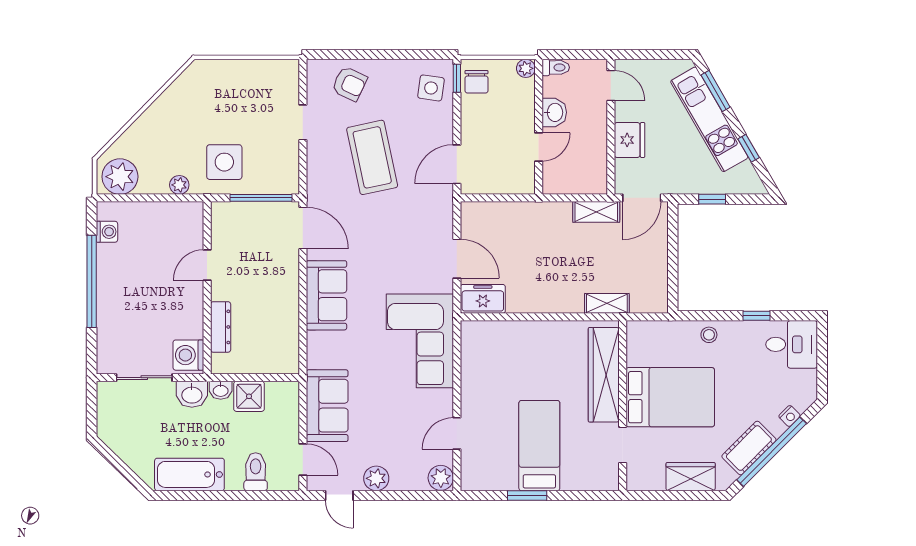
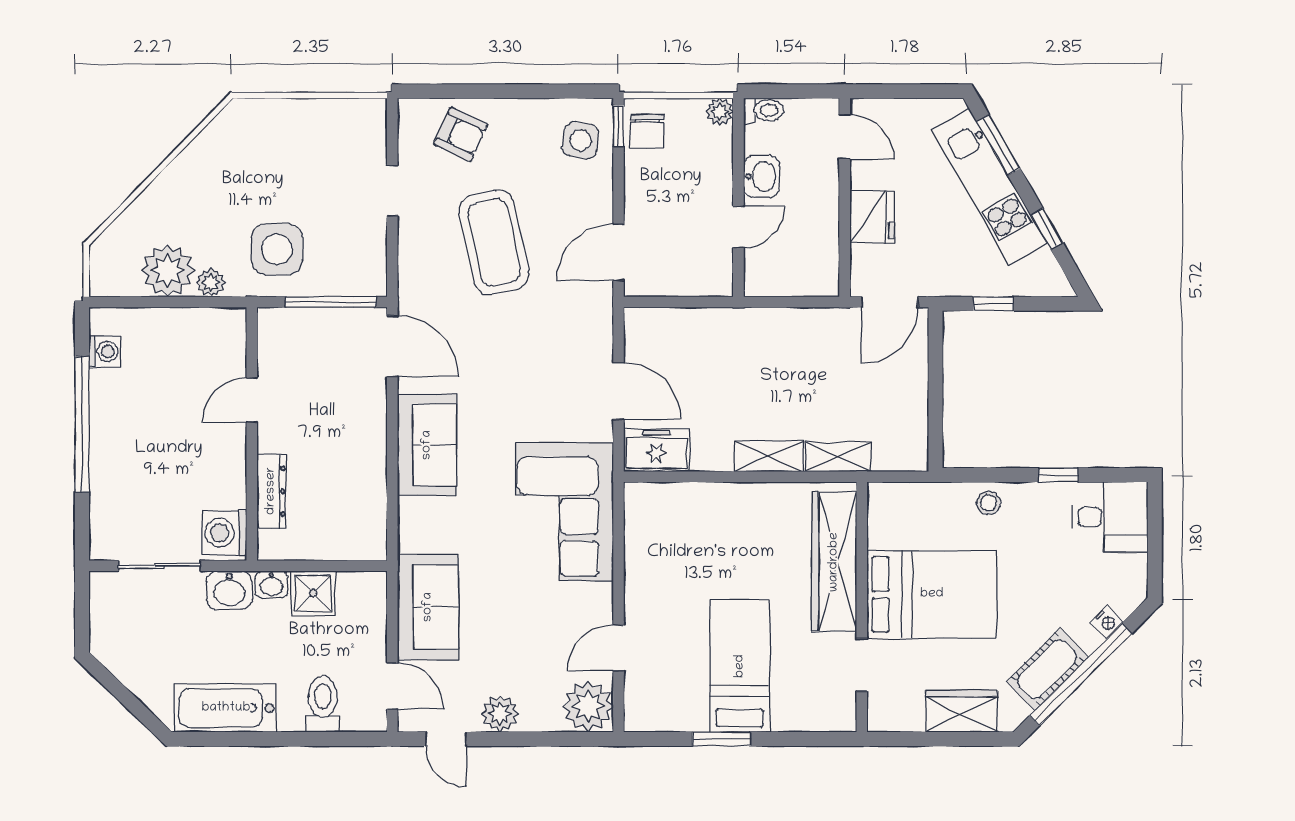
plant: (120, 177) -> (168, 271), moved
shelving: (596, 212) -> (769, 456), moved
plant: (441, 478) -> (588, 706), width x1.36, depth x1.36

